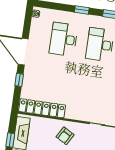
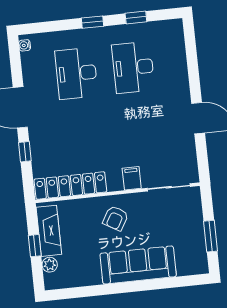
filing cabinet: (81, 113) -> (132, 178), added

